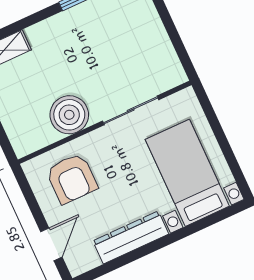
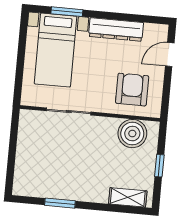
boiler: (69, 115) -> (132, 134), moved
window: (200, 225) -> (67, 12), added

